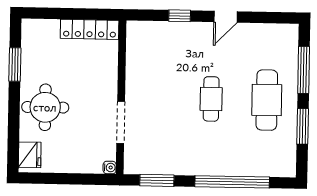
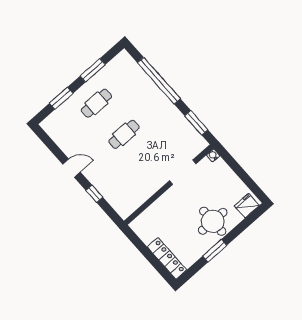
locker: (90, 29) -> (167, 258), moved
window: (15, 64) -> (215, 251), moved
window: (304, 70) -> (61, 98), width x0.69
cafe table: (267, 100) -> (96, 103), width x0.73, depth x0.74

